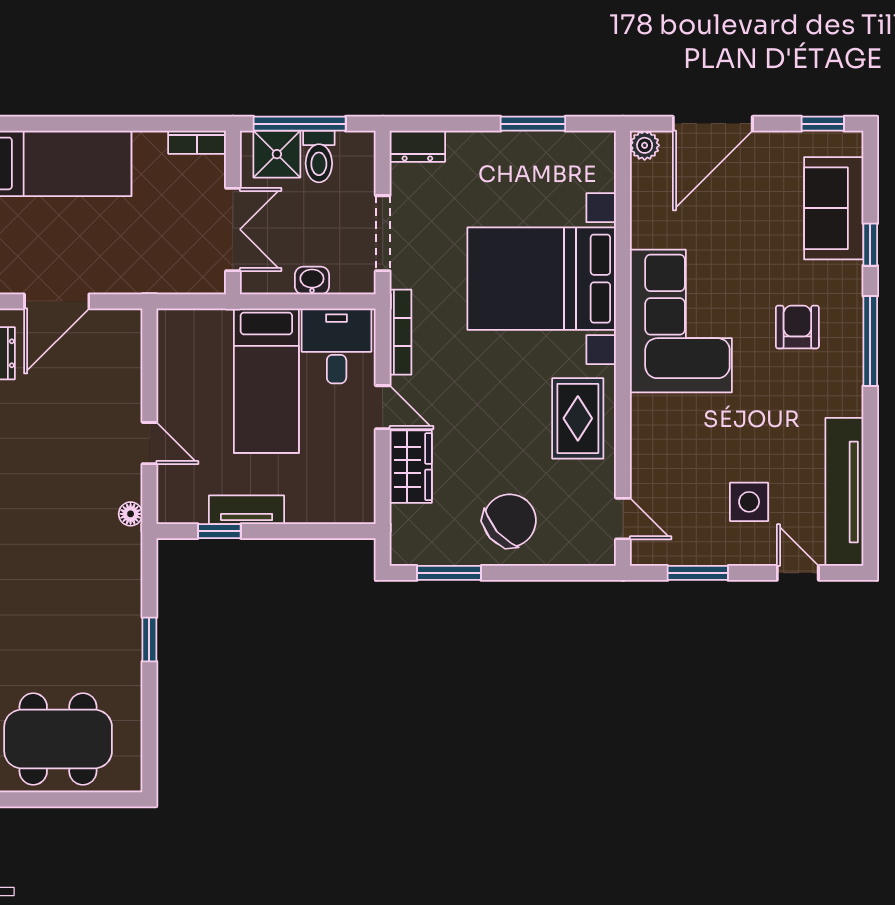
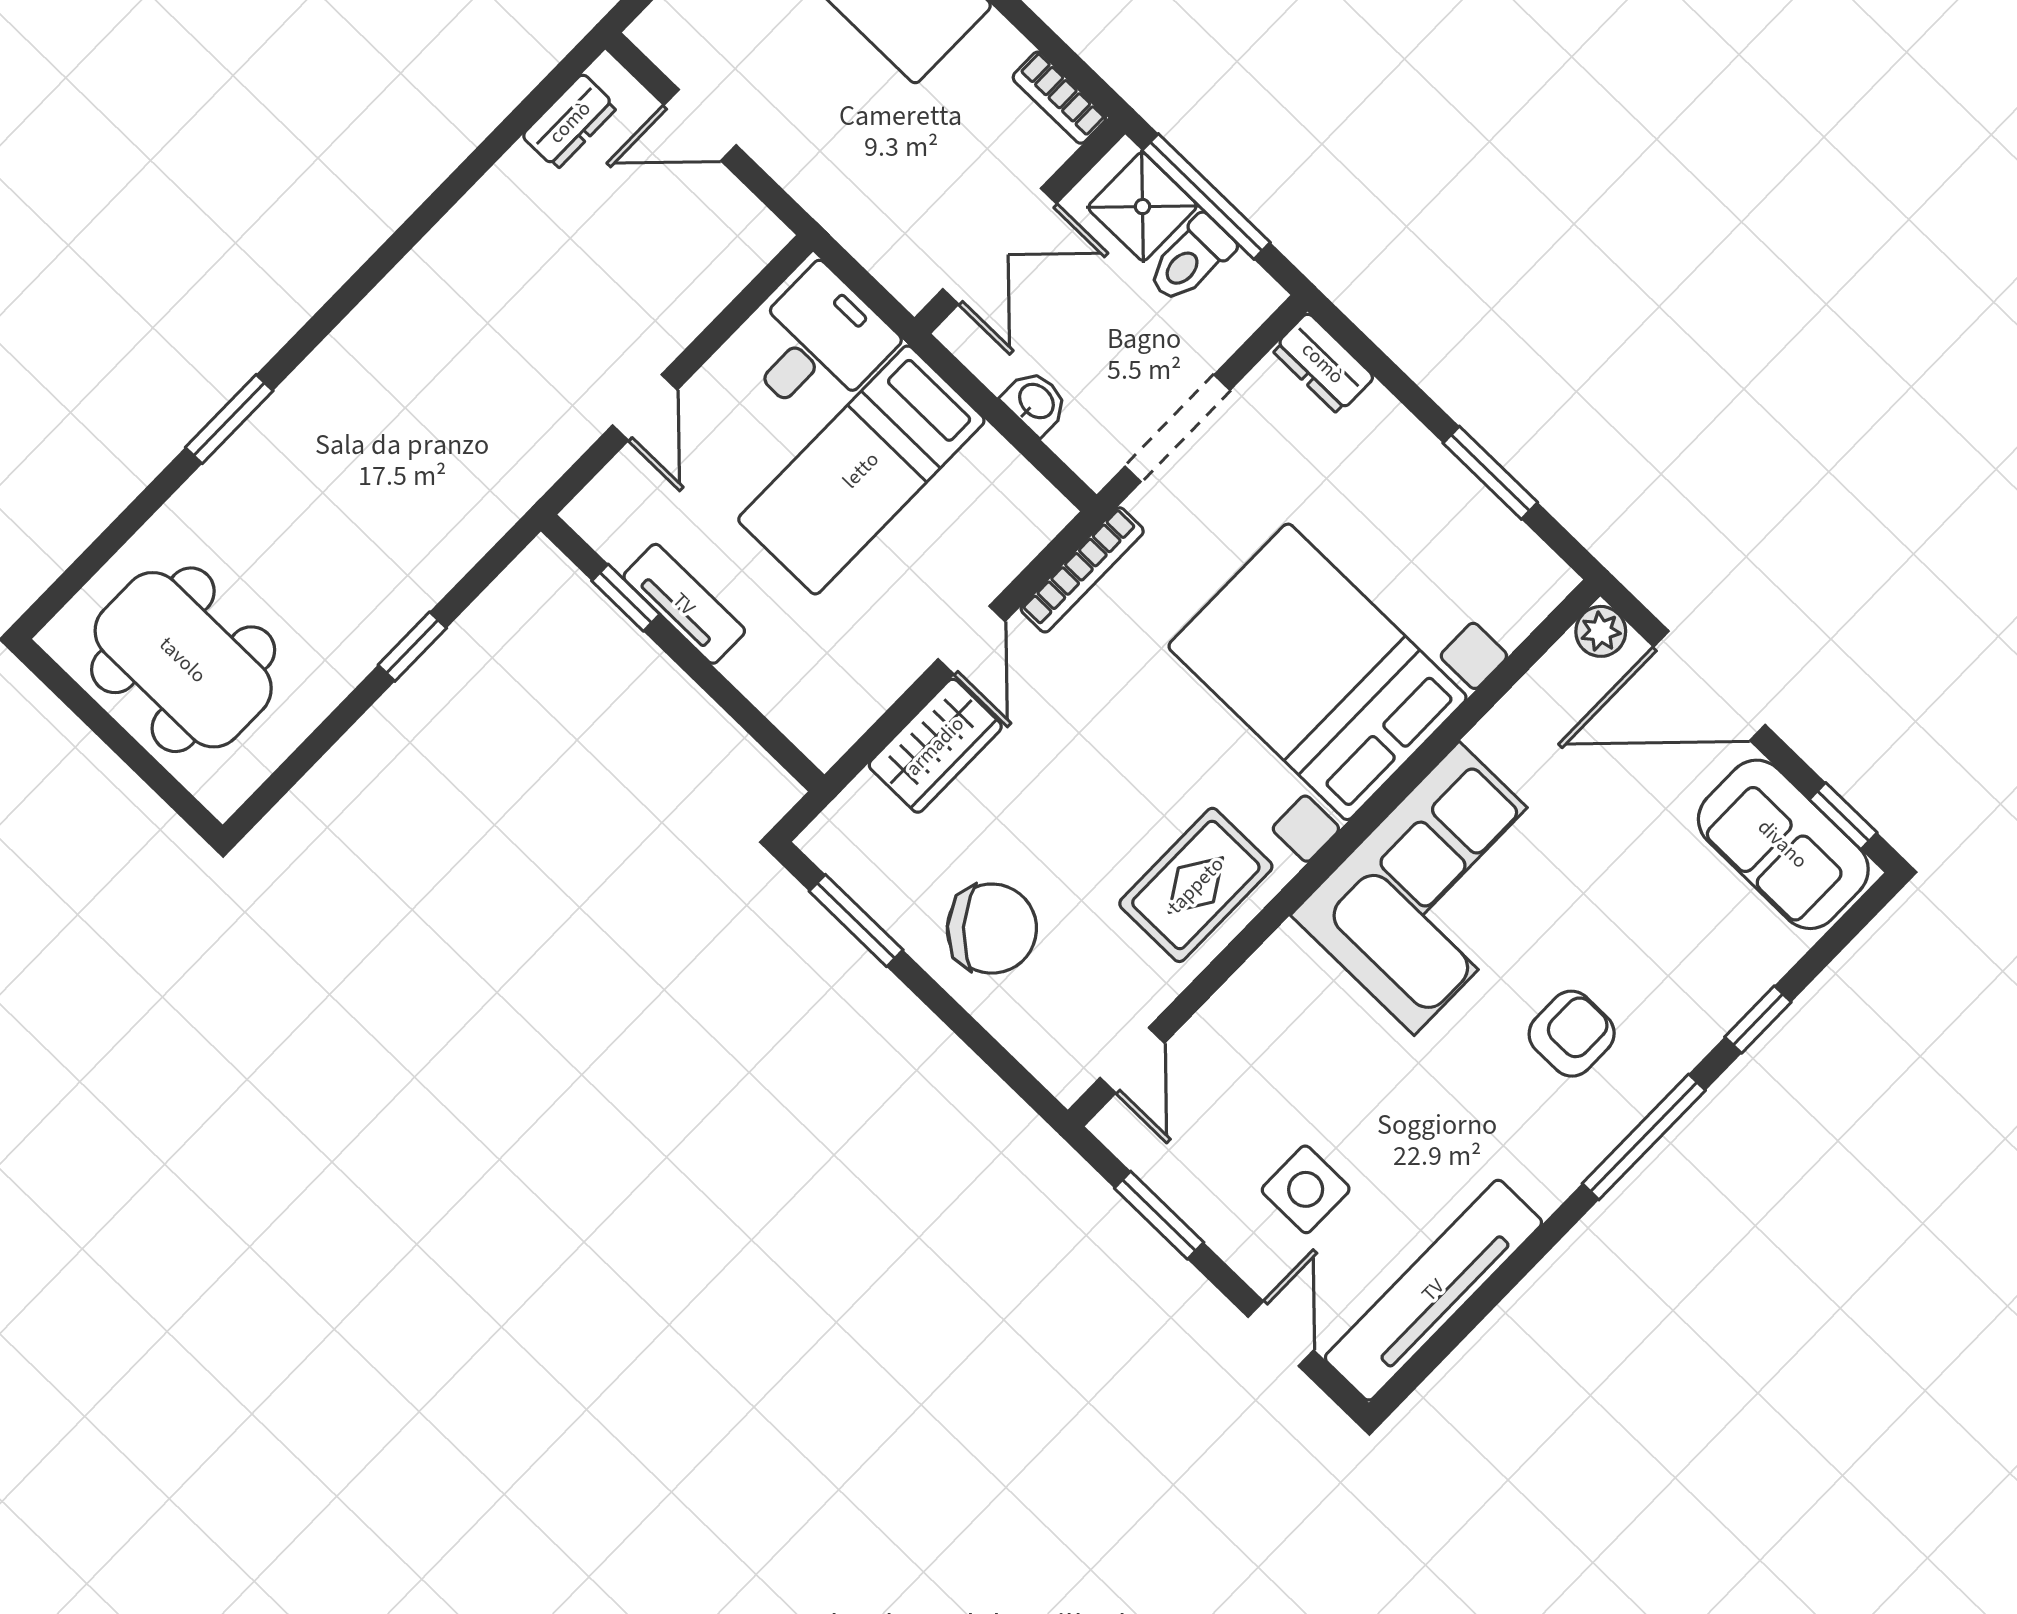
sofa: (834, 208) -> (1783, 844), moved, turned -90
door: (57, 301) -> (700, 125), width x0.73
desk: (337, 346) -> (817, 345), moved
floor lamp: (131, 514) -> (538, 472), removed

